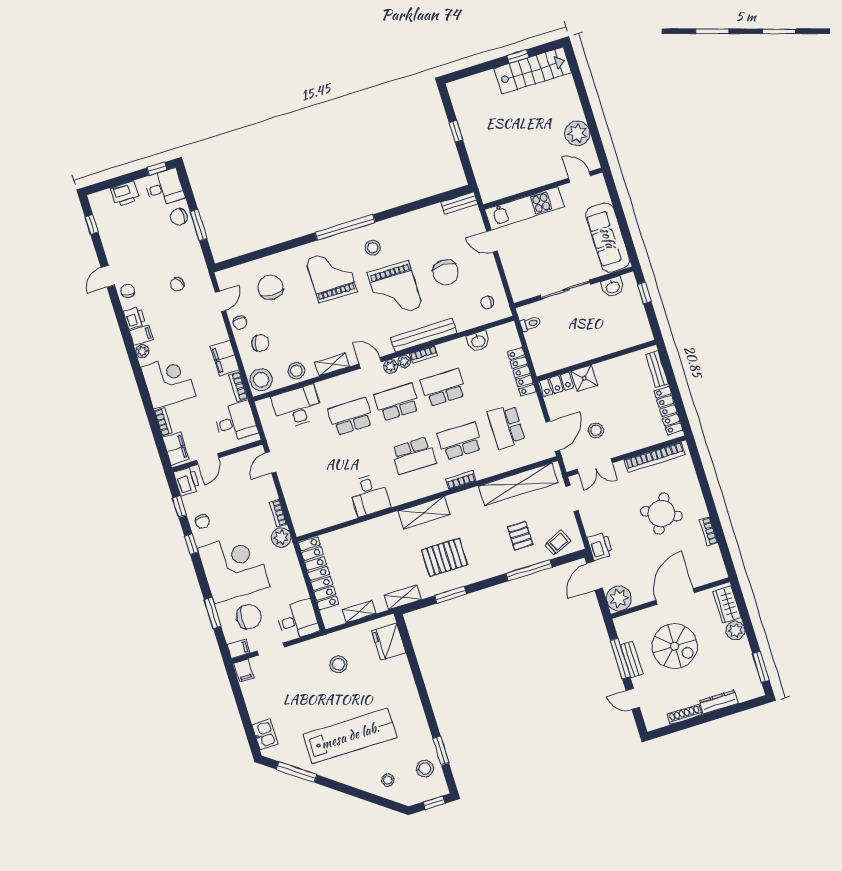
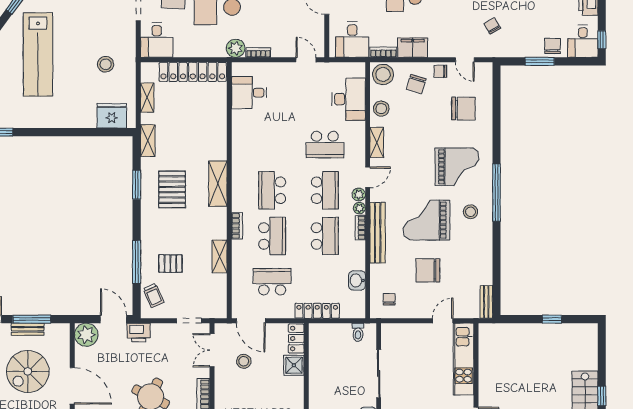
school desk: (351, 417) -> (325, 145), turned 90
shelving: (518, 484) -> (220, 256), width x0.45, depth x0.75
desk: (369, 495) -> (249, 93), moved

